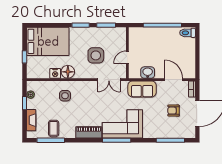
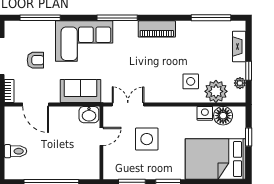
toilet: (188, 33) -> (16, 151), moved
floor lamp: (68, 72) -> (223, 116), moved
washbasin: (148, 73) -> (89, 115), moved
plant: (47, 89) -> (216, 91), added
corner sofa: (122, 124) -> (84, 41), moved
coffee table: (54, 128) -> (207, 35), removed

